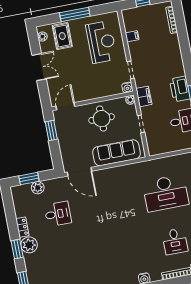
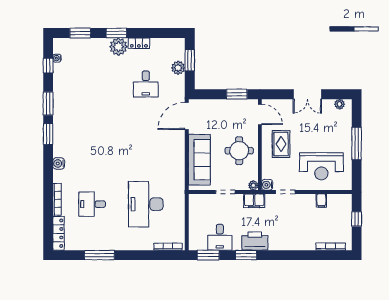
rug: (62, 36) -> (281, 144), moved, turned 90

